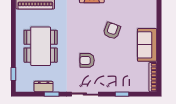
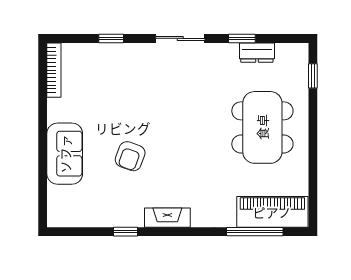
sofa: (147, 45) -> (65, 154), moved
armchair: (87, 60) -> (176, 101), removed

